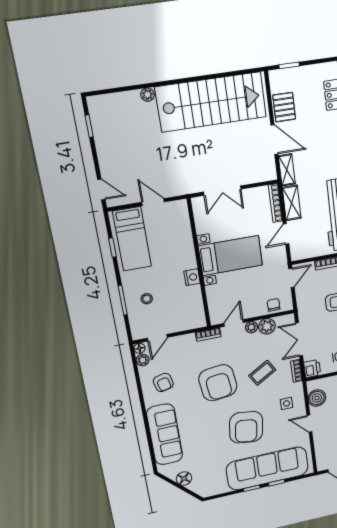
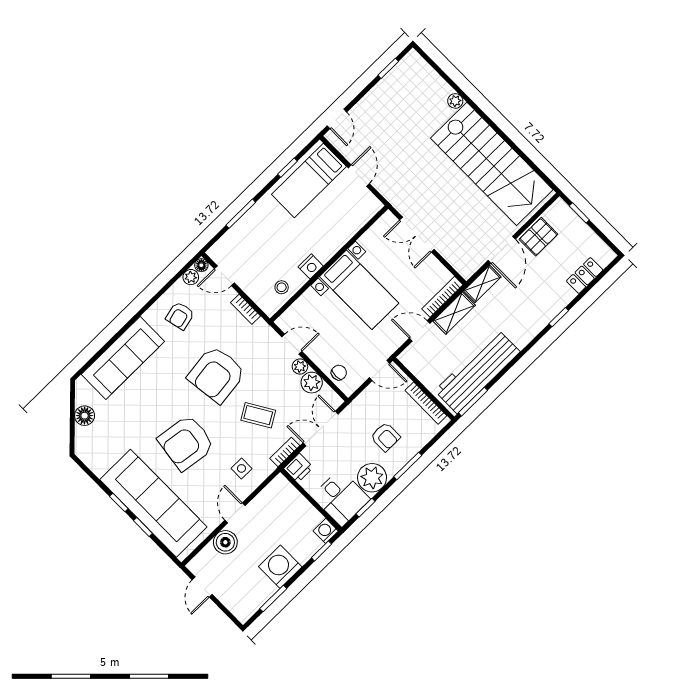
stool: (147, 299) -> (282, 287), moved
bookcase: (208, 334) -> (246, 309), moved
boiler: (317, 398) -> (225, 542), moved

